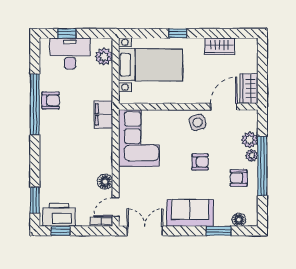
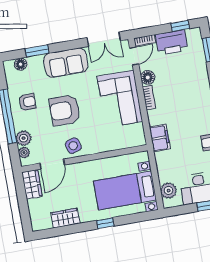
corner sofa: (139, 138) -> (120, 99), moved
plant: (252, 155) -> (24, 153), moved
bookcase: (107, 160) -> (149, 97), added
armchair: (200, 162) -> (65, 110), width x1.88, depth x1.88
printer: (59, 215) -> (172, 42), moved

